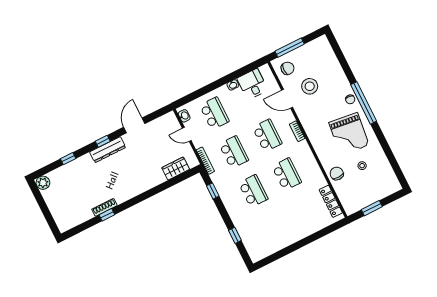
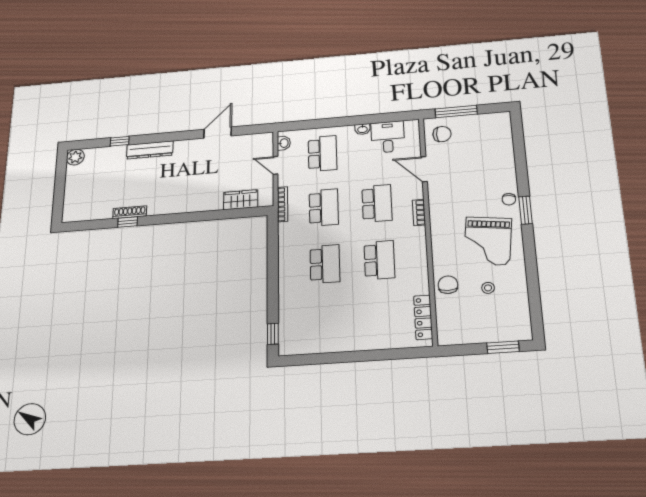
stool: (310, 86) -> (461, 165), removed
window: (364, 103) -> (525, 210), width x0.47
window: (103, 141) -> (171, 137), removed
dresser: (108, 150) -> (150, 150), moved
window: (213, 191) -> (273, 244), removed
window: (372, 208) -> (503, 347), moved
window: (235, 235) -> (273, 334), moved

